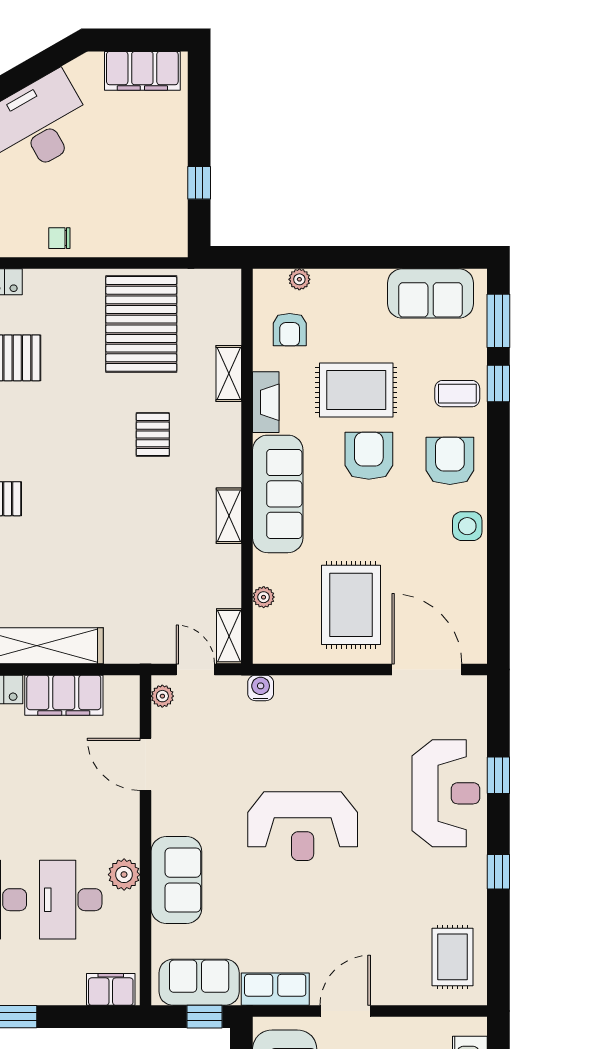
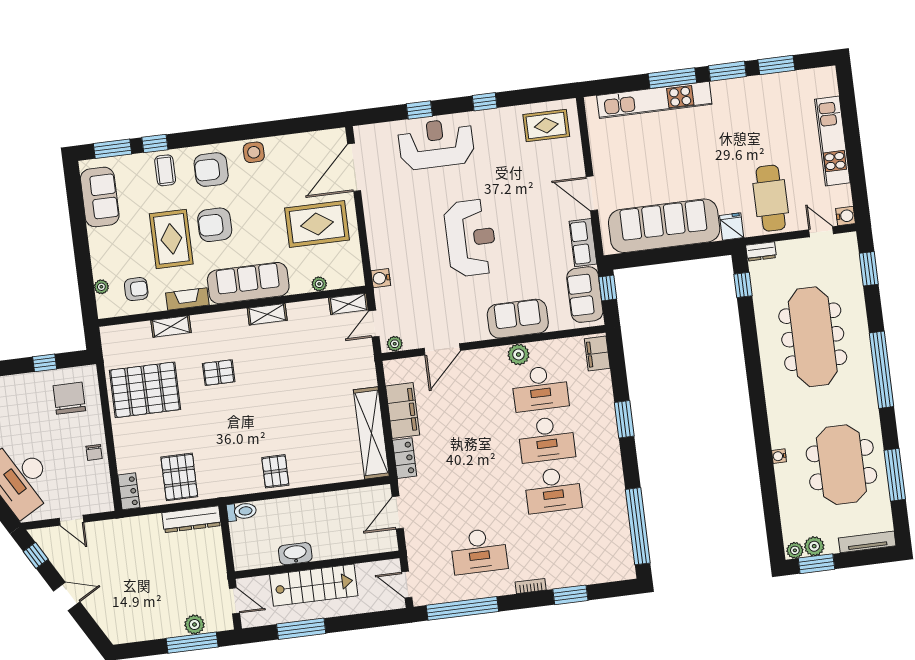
chair: (143, 212) -> (69, 398), added

